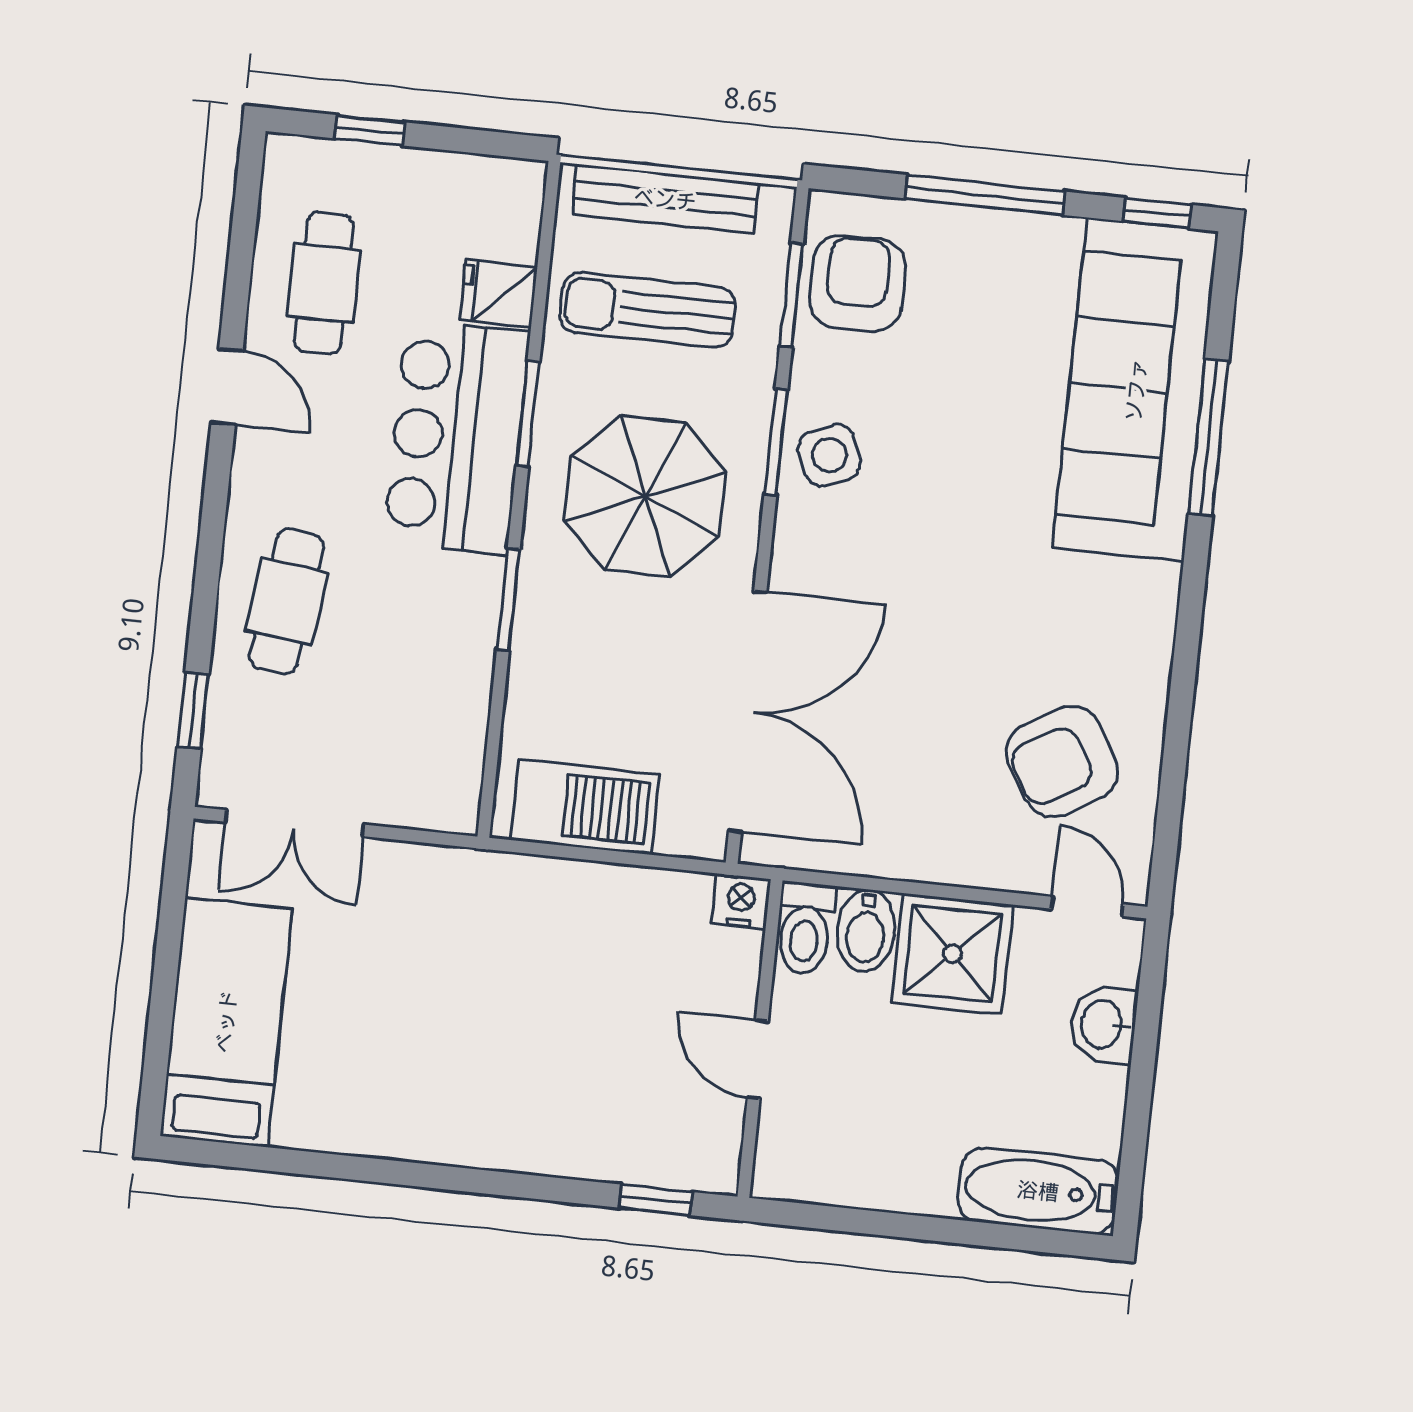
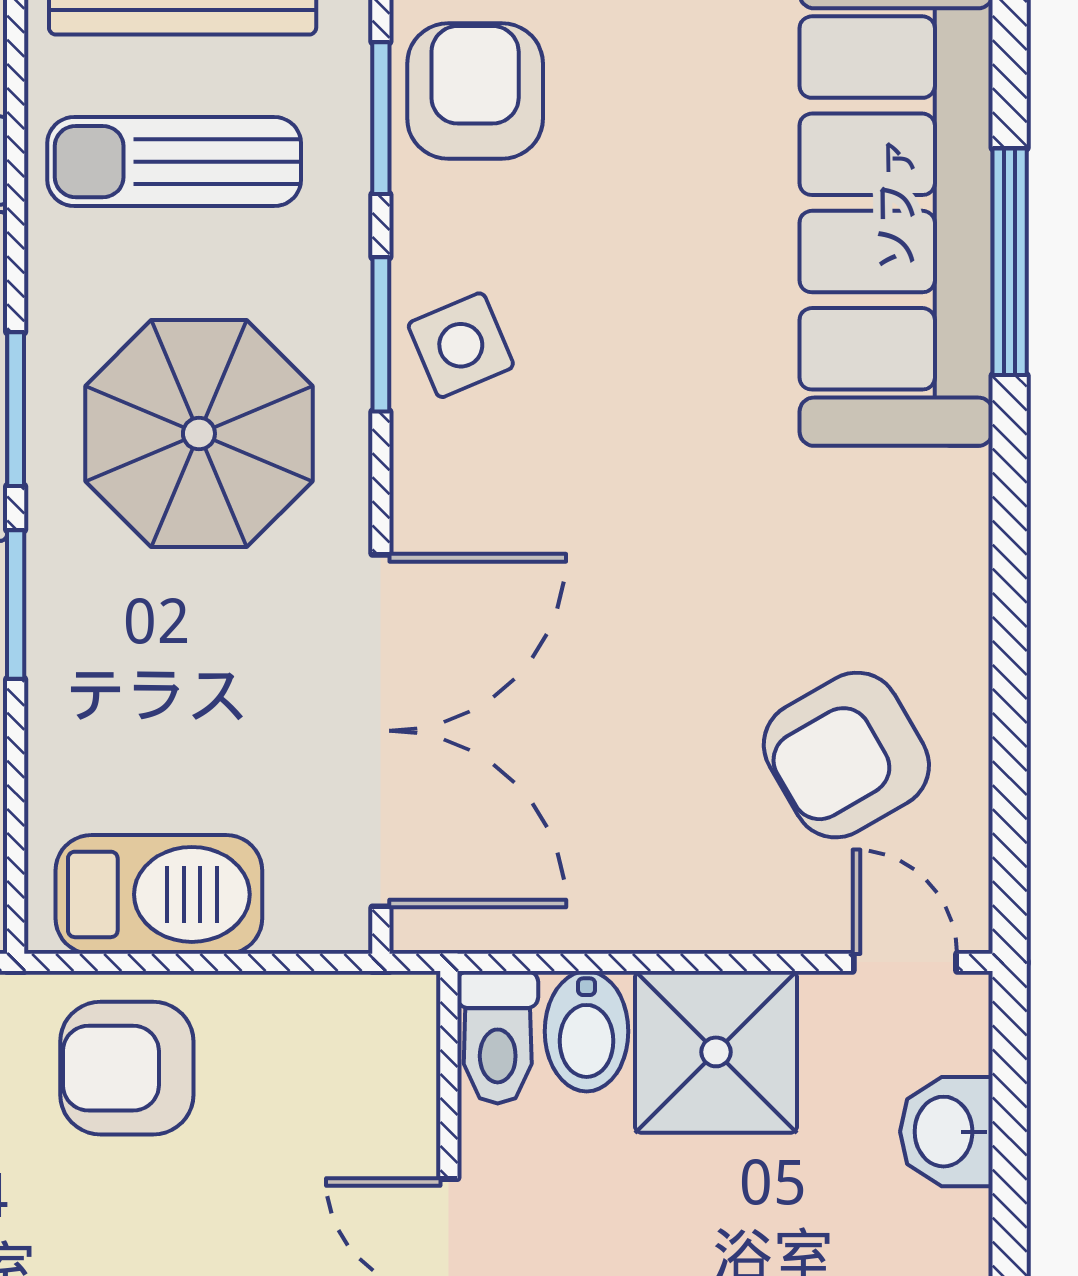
window: (528, 414) -> (16, 409), moved
nightstand: (741, 901) -> (400, 1008), removed
armchair: (551, 923) -> (127, 1068), added

